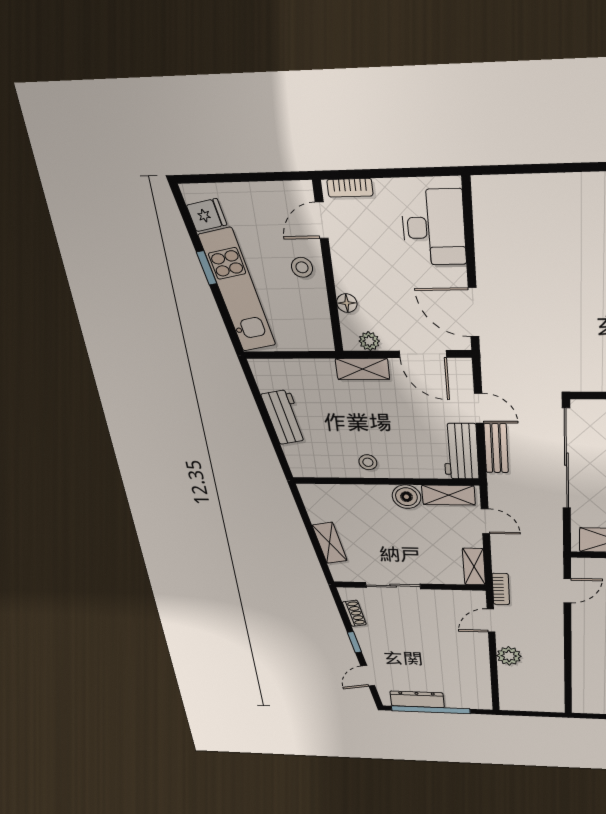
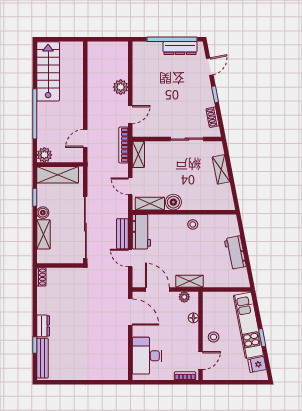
bookcase: (501, 589) -> (124, 145), width x1.56

